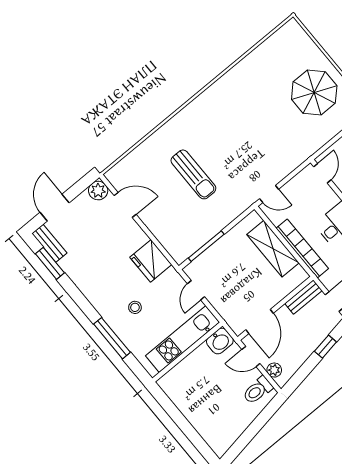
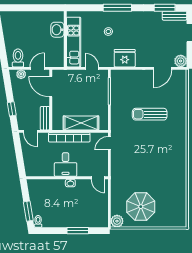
window: (112, 338) -> (117, 8), moved
washbasin: (220, 341) -> (57, 30), moved

